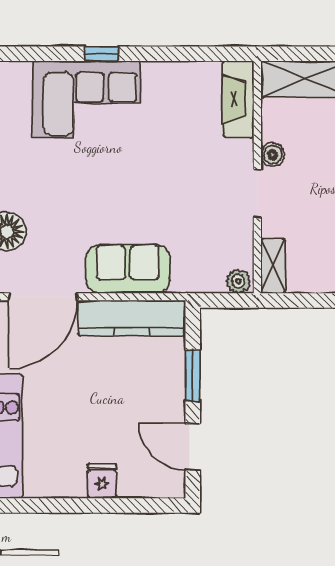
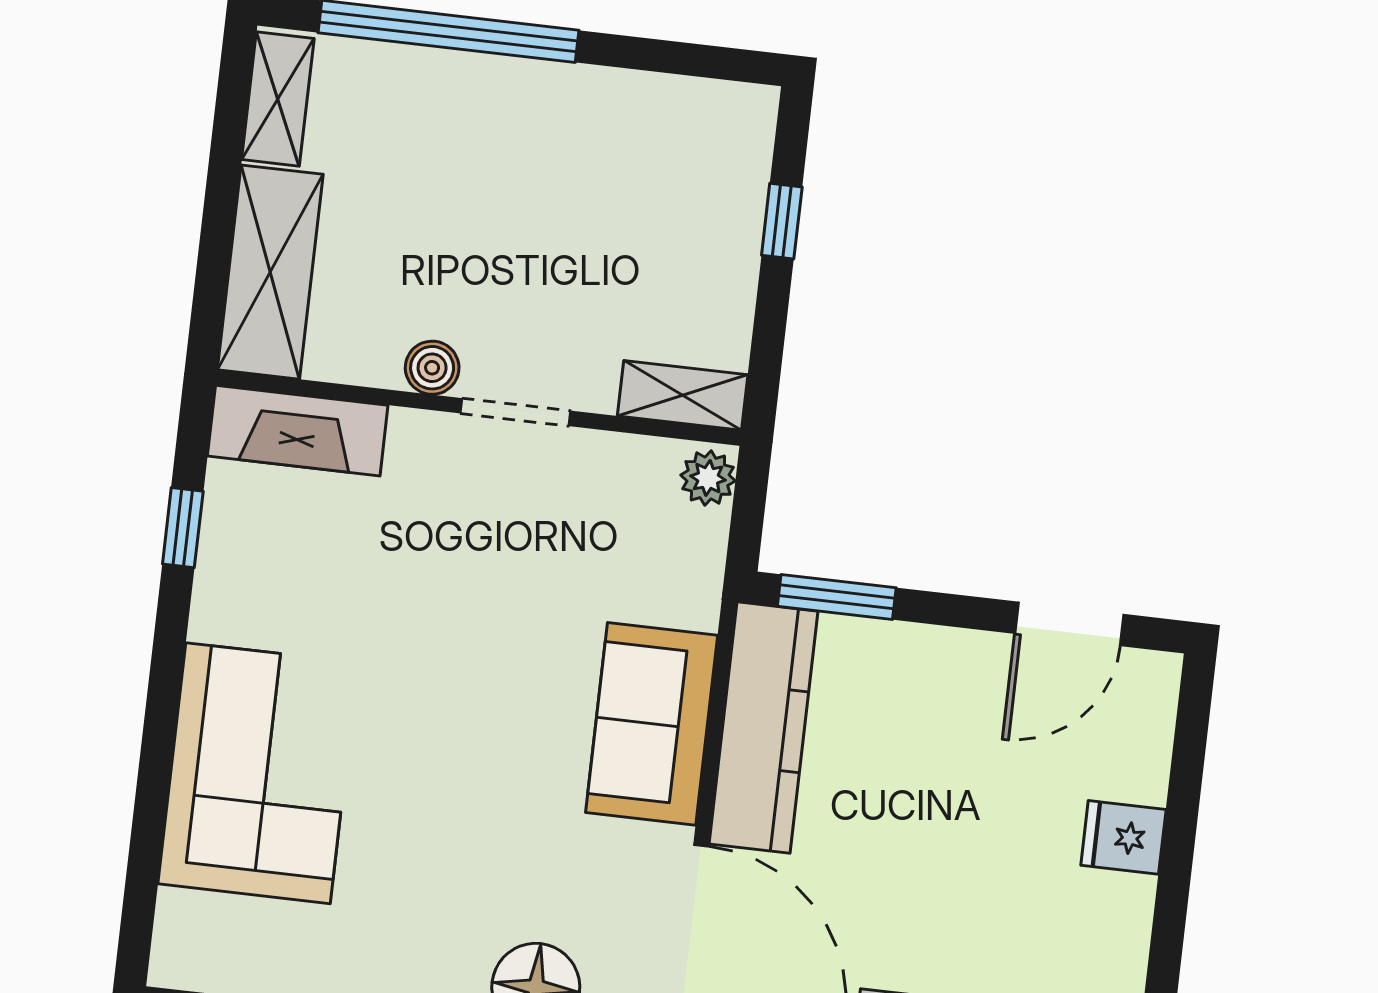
window: (101, 54) -> (183, 528), moved
window: (193, 375) -> (837, 597), moved

